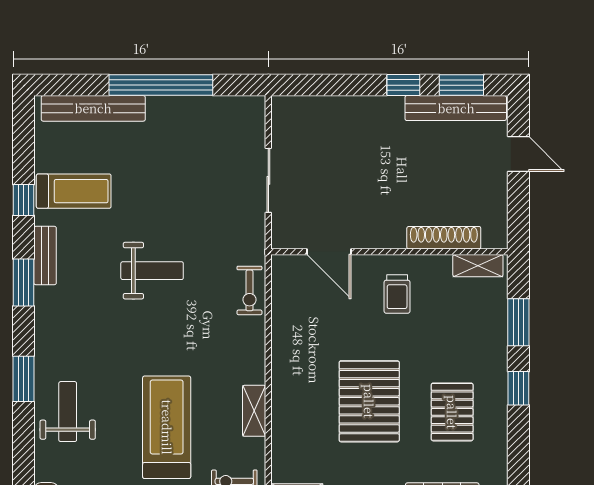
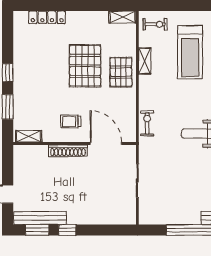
shoe rack: (444, 238) -> (68, 151), moved
door: (329, 252) -> (106, 143), width x1.36
trolley: (397, 294) -> (71, 122), turned -90
pallet: (452, 412) -> (121, 72), moved

